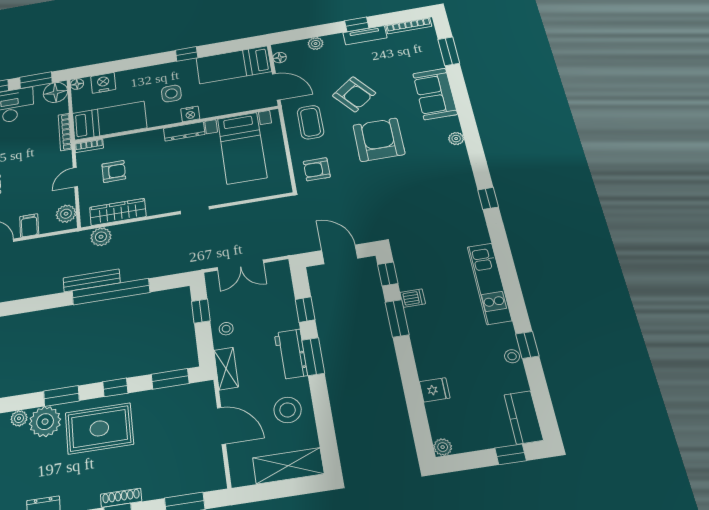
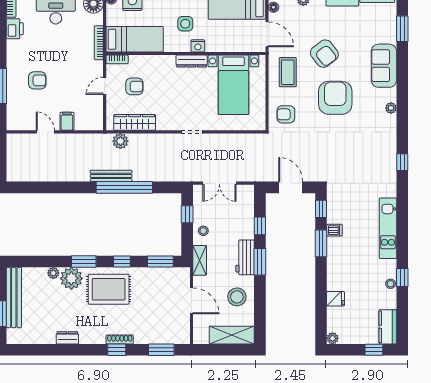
plant: (66, 214) -> (95, 117), removed

